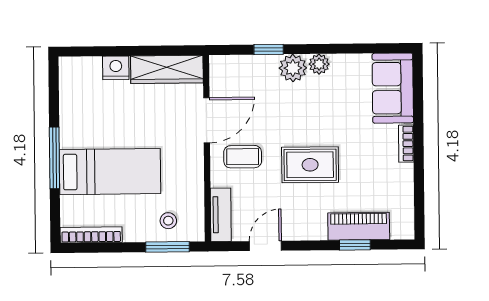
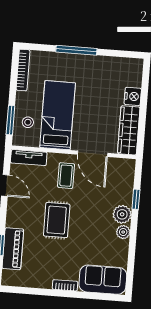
bed: (110, 172) -> (58, 115), moved, turned 180

